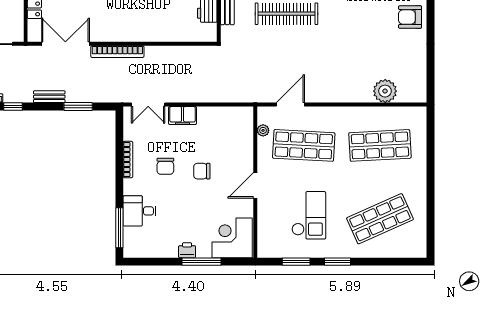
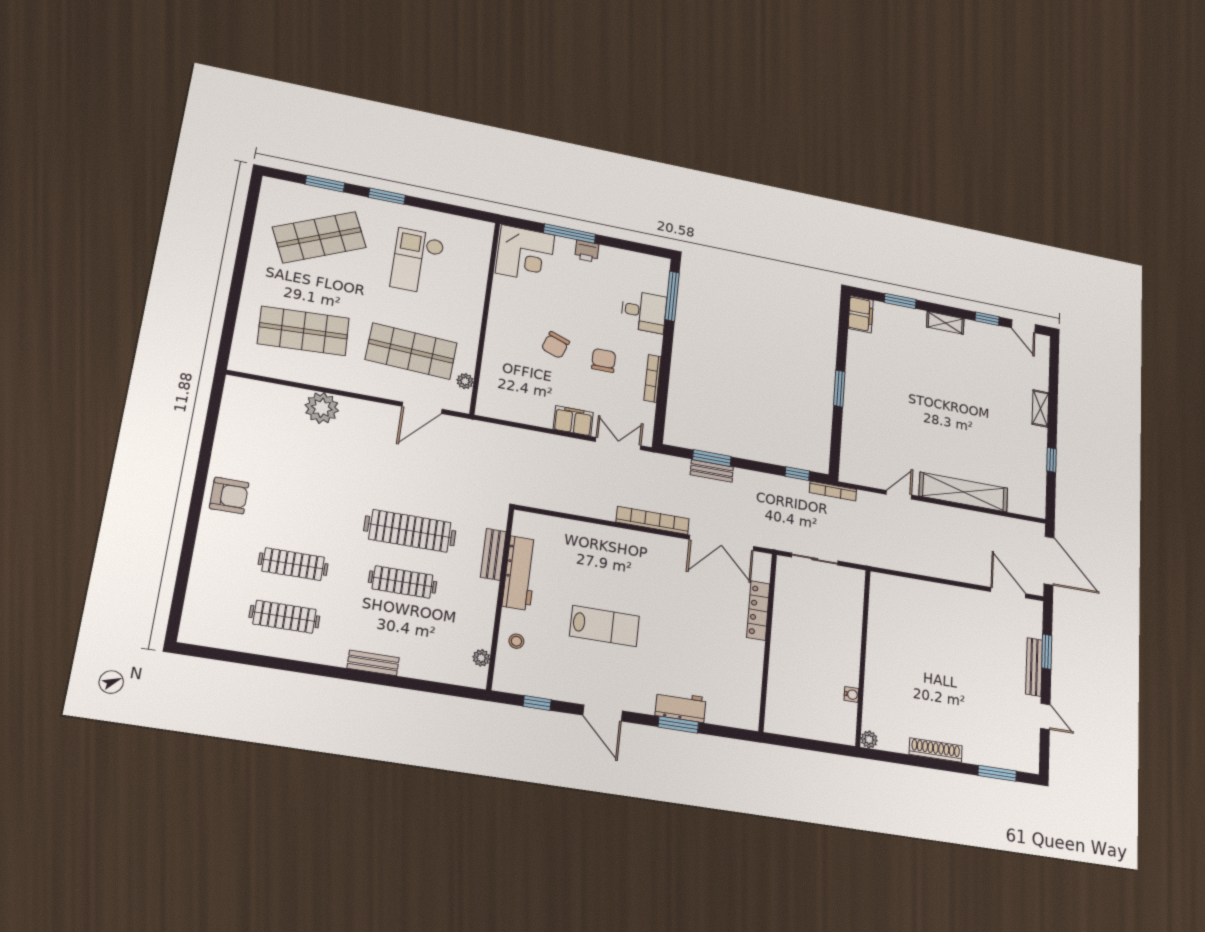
plant: (385, 91) -> (322, 408), moved
bench: (49, 97) -> (712, 471), moved
chair: (202, 171) -> (555, 345), turned 110
door: (255, 185) -> (485, 313), removed
window: (296, 262) -> (325, 184), moved

